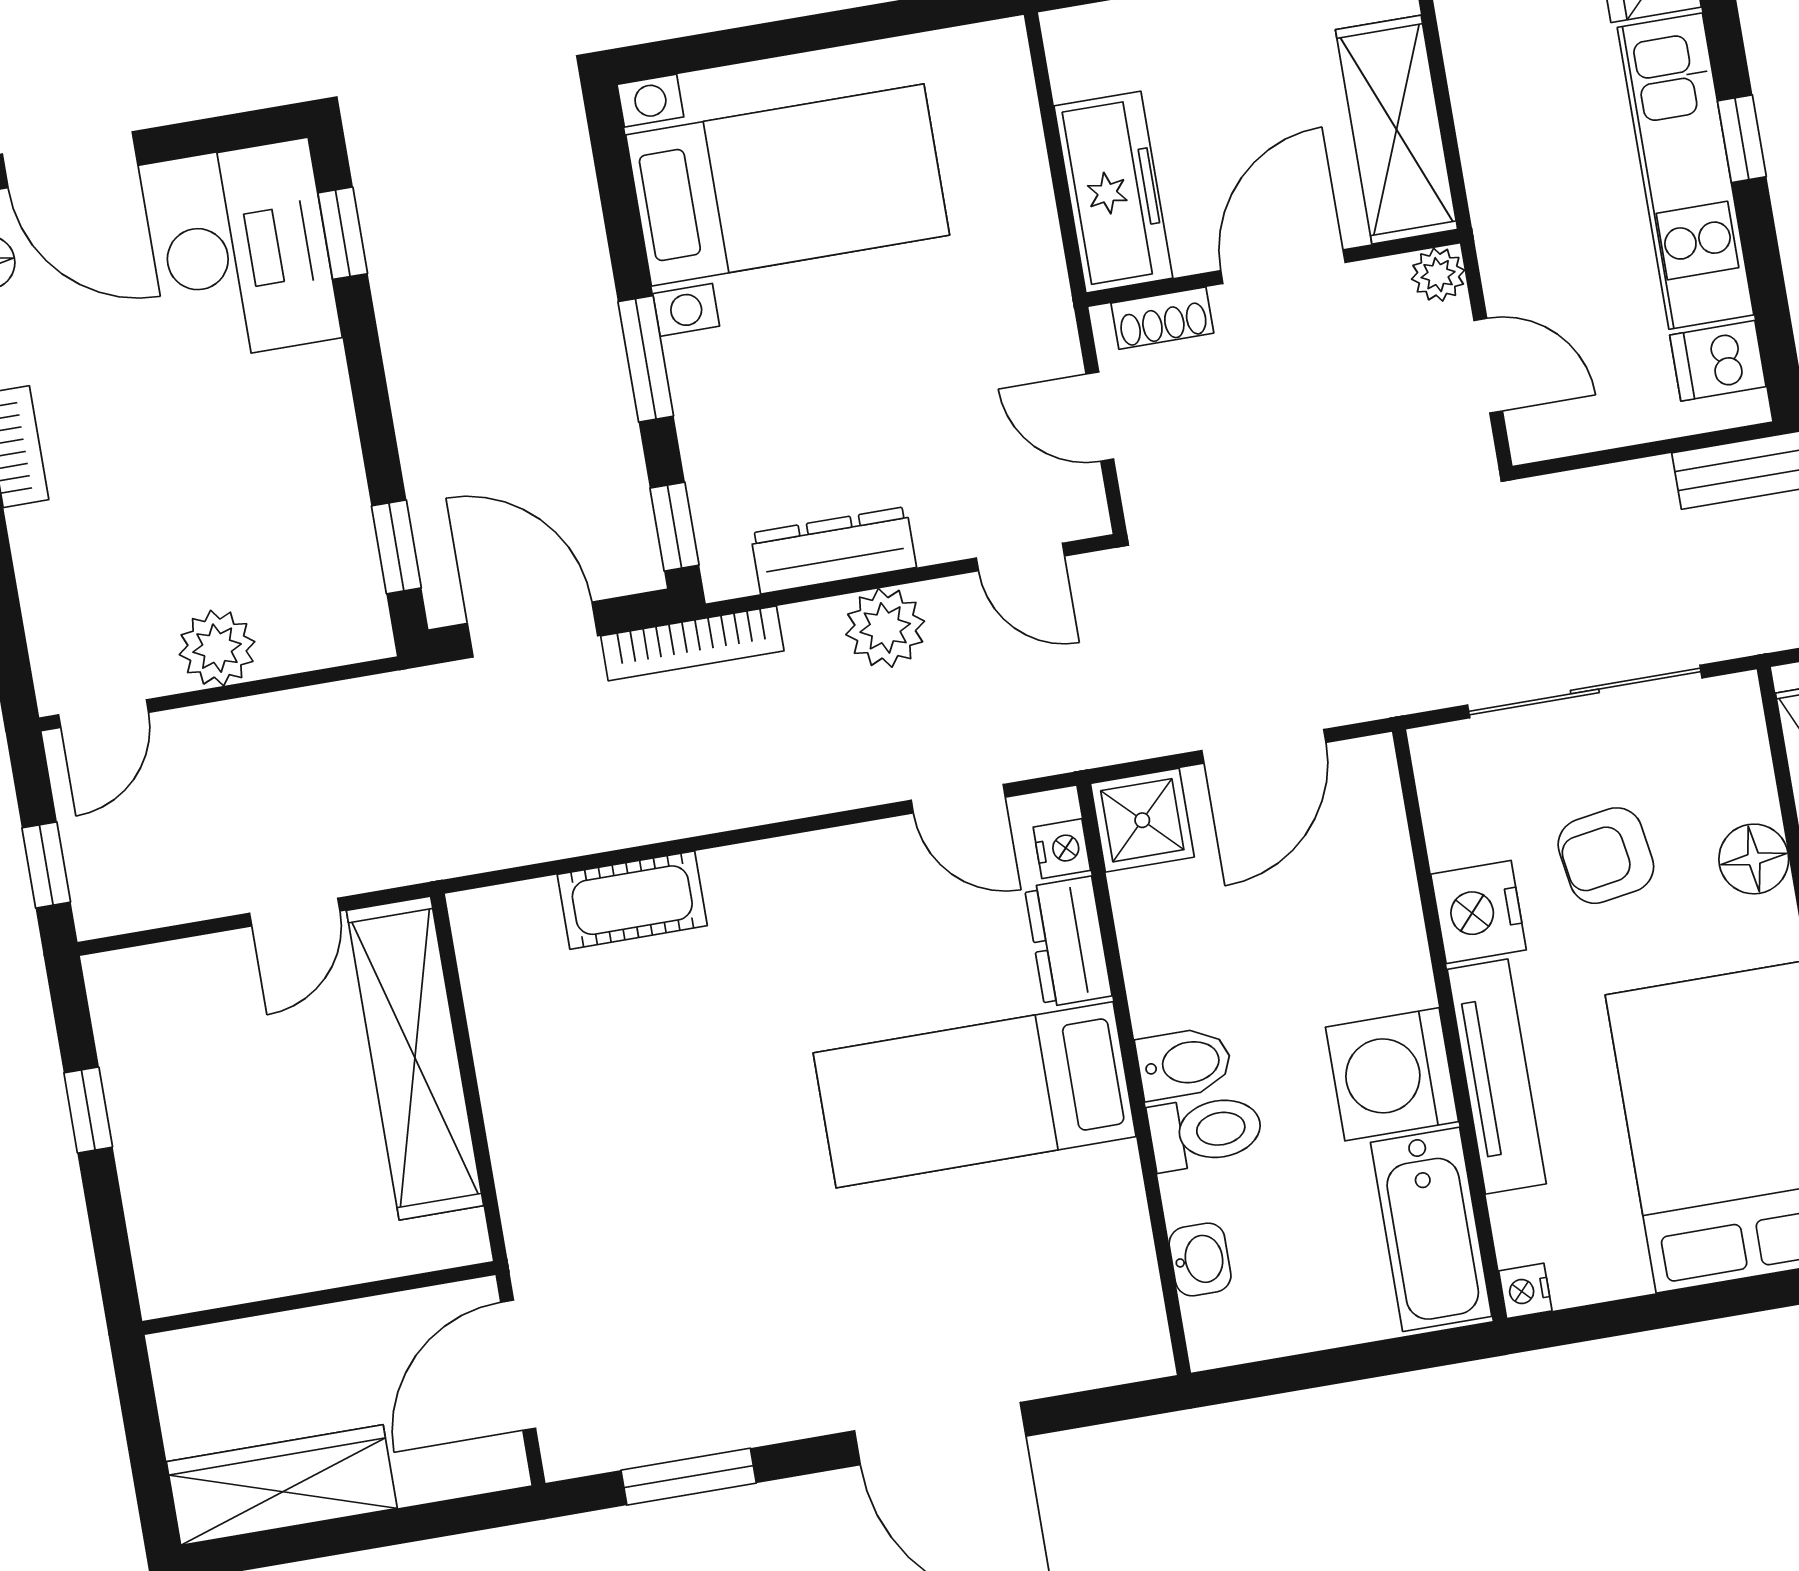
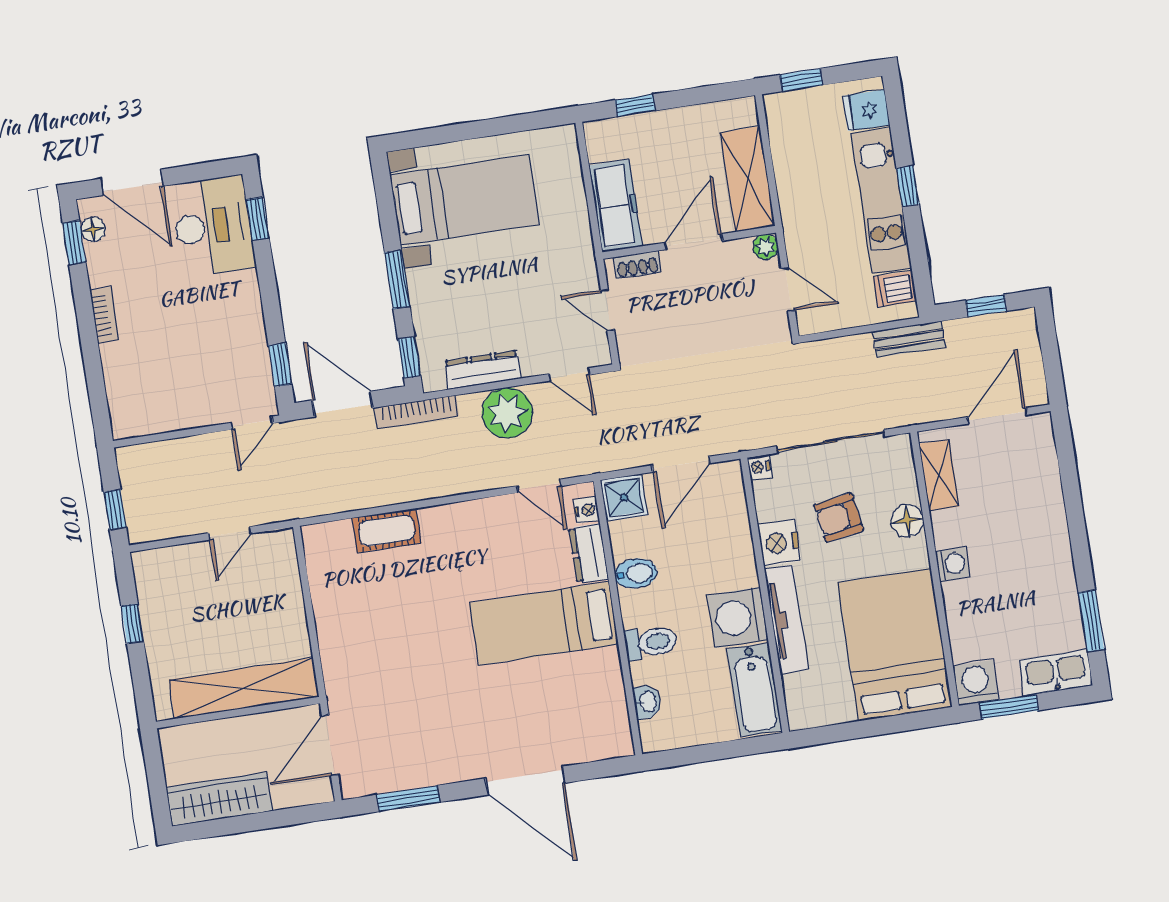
plant: (885, 628) -> (507, 413), width x1.36, depth x1.36
plant: (217, 648) -> (196, 410), removed
door: (104, 714) -> (252, 423), moved
shelving: (415, 1058) -> (244, 688), moved, turned 90
bidet: (1184, 1063) -> (636, 573), moved
nightstand: (1525, 1291) -> (759, 467), moved

